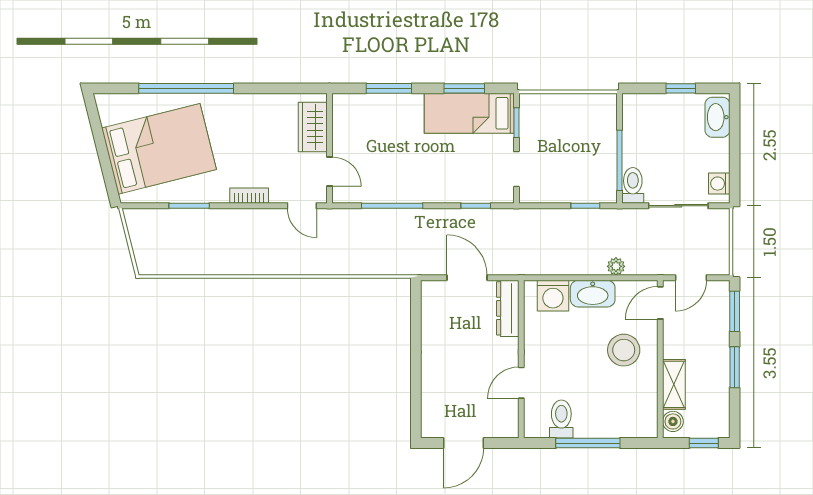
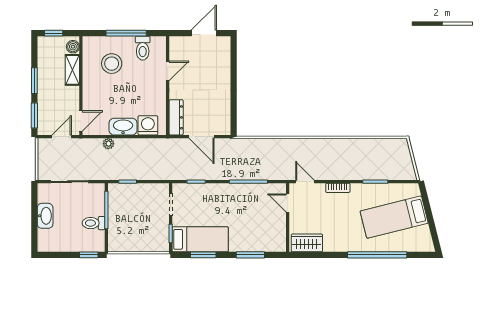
window: (681, 88) -> (89, 255), moved
washbasin: (717, 117) -> (45, 216), moved
wardrobe: (313, 127) -> (307, 243), moved, turned -90
bed: (159, 149) -> (394, 217), width x0.67
washing machine: (719, 184) -> (44, 195), removed
toilet: (633, 185) -> (94, 223), moved, turned 90
stool: (624, 350) -> (112, 64), moved

